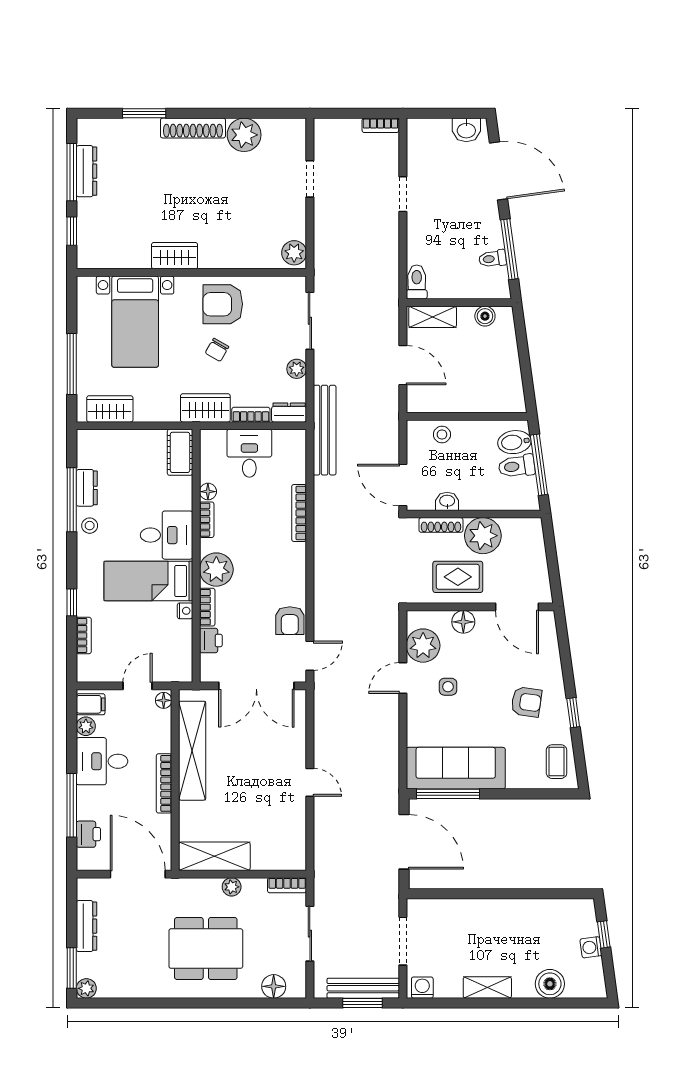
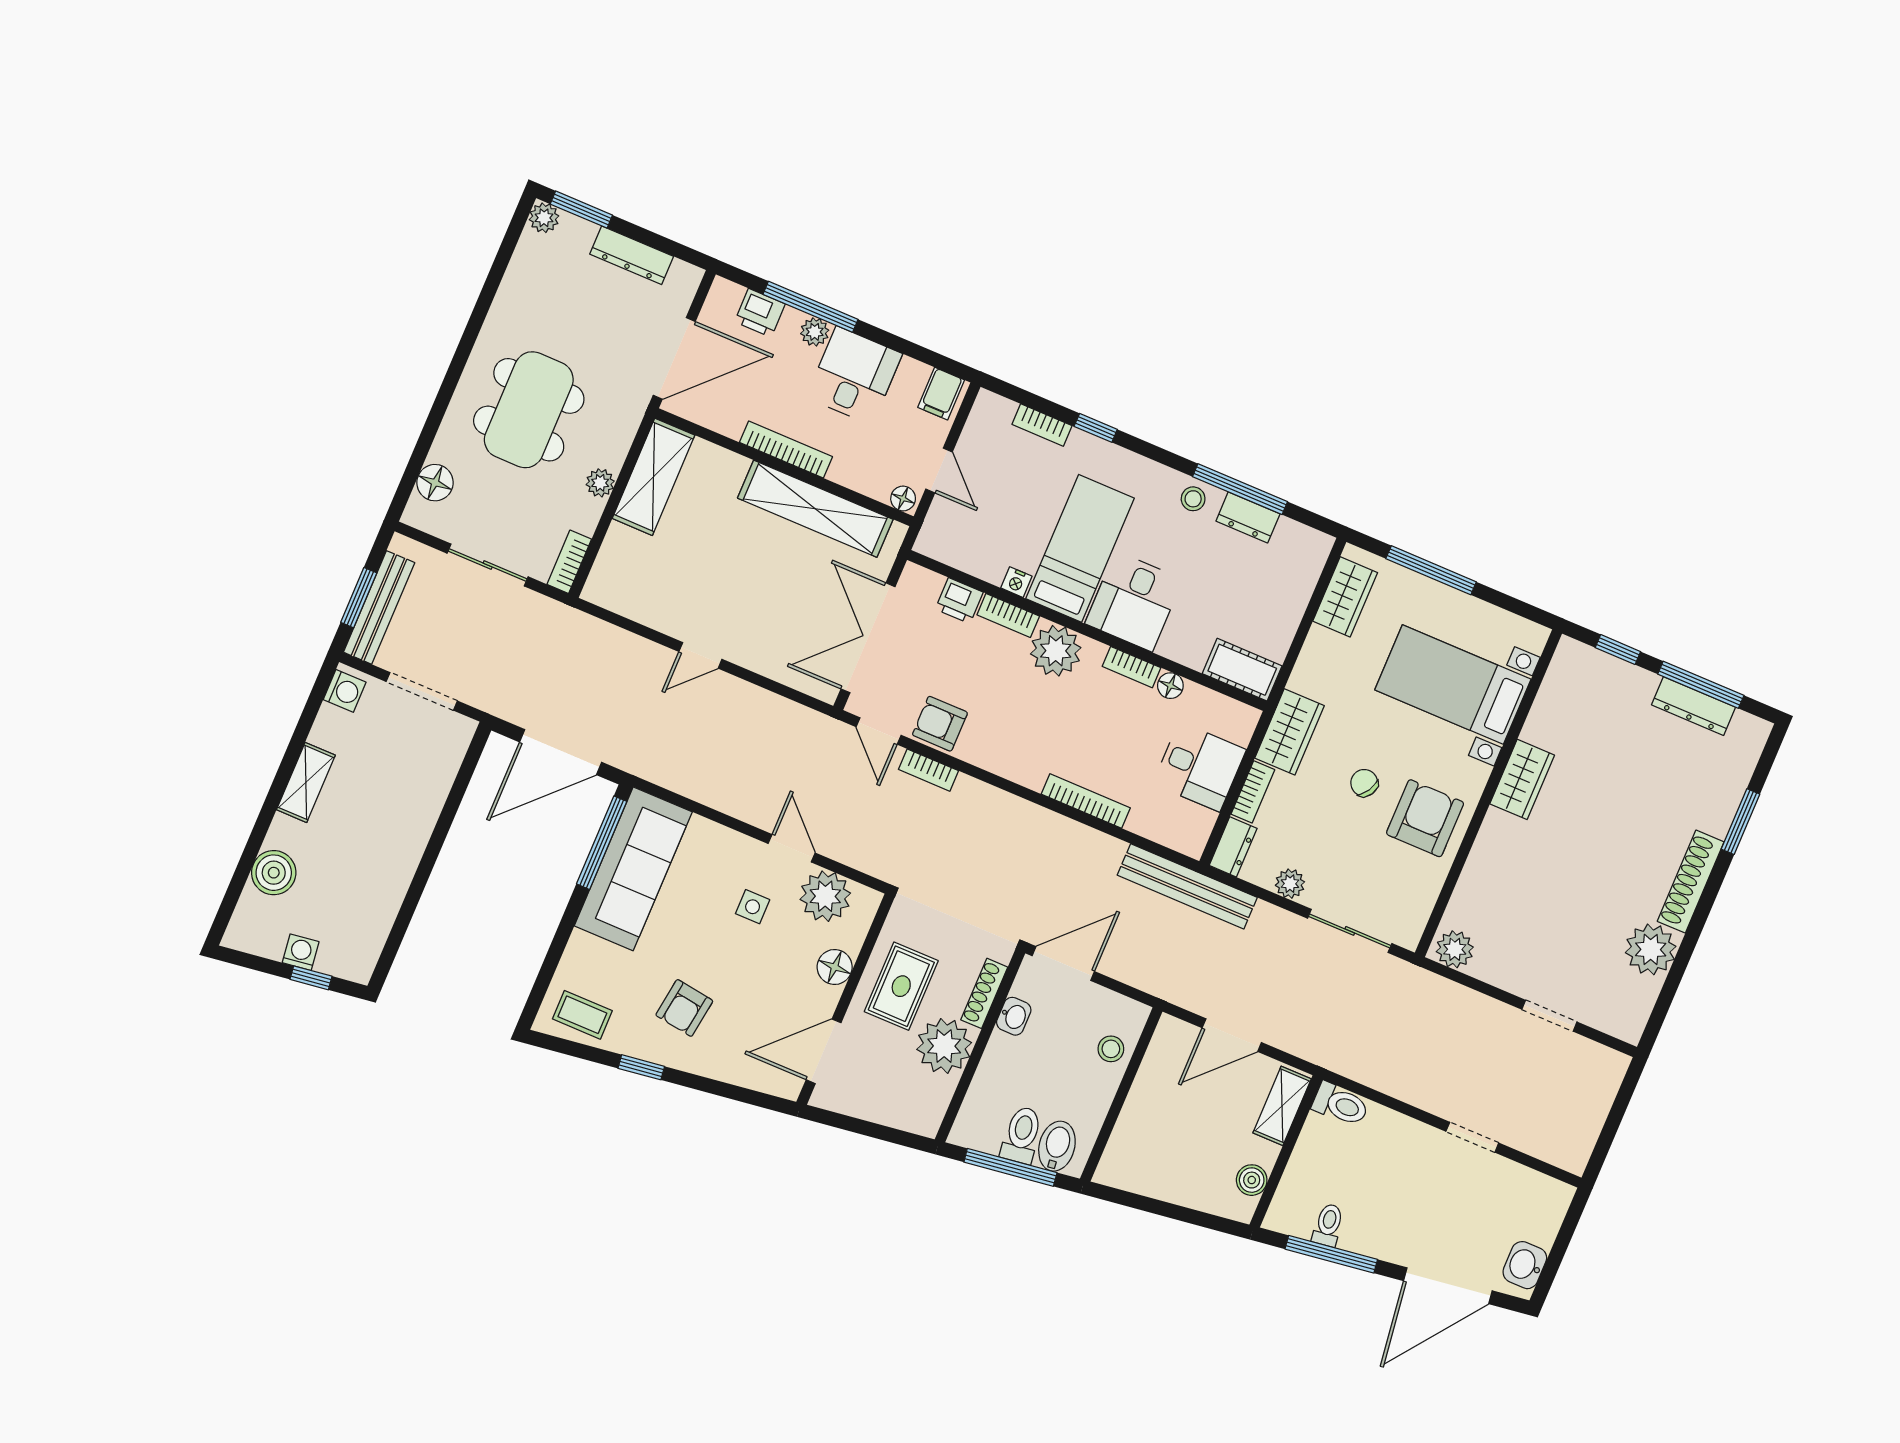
bookcase: (380, 125) -> (928, 770), moved, turned -90
plant: (86, 726) -> (815, 332), moved

